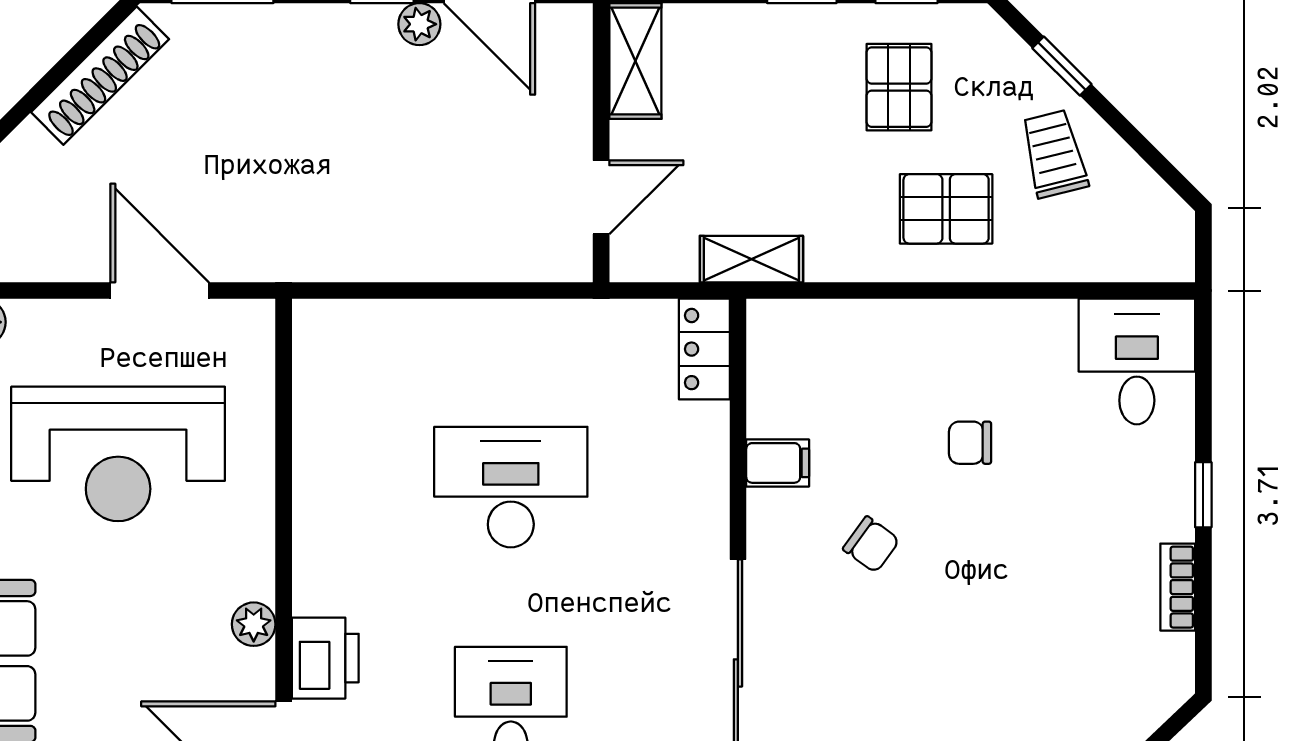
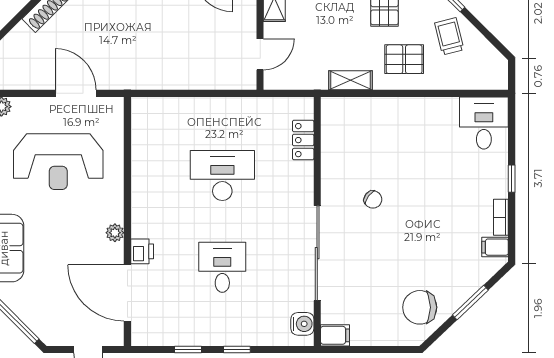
shelving: (751, 259) -> (350, 80), moved
locker: (704, 349) -> (303, 140), moved
chair: (970, 443) -> (414, 157), removed
filing cabinet: (778, 463) -> (495, 247), moved, turned 180
printer: (325, 658) -> (142, 251), width x0.73, depth x0.81

